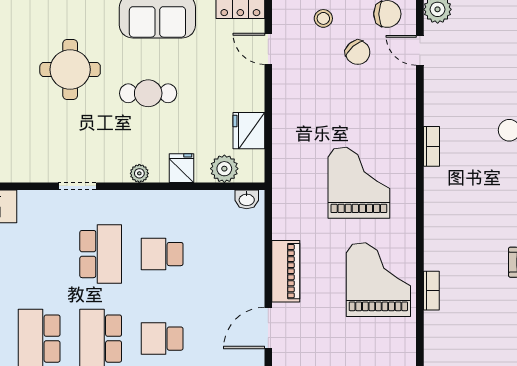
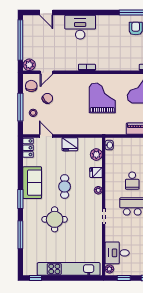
door: (268, 49) -> (46, 136), swing flipped
fridge: (249, 131) -> (70, 144), moved
grand piano: (359, 183) -> (102, 98), turned 90

